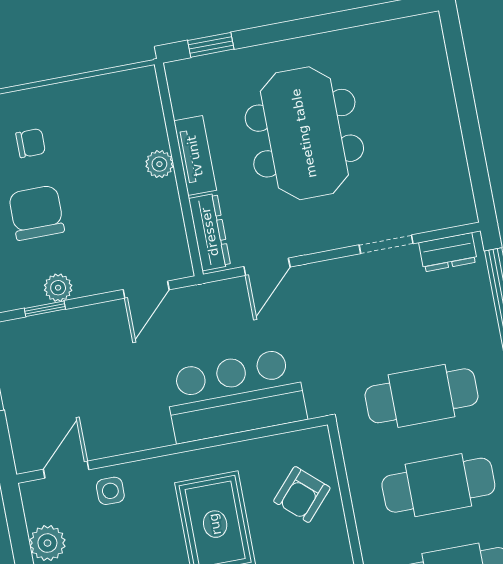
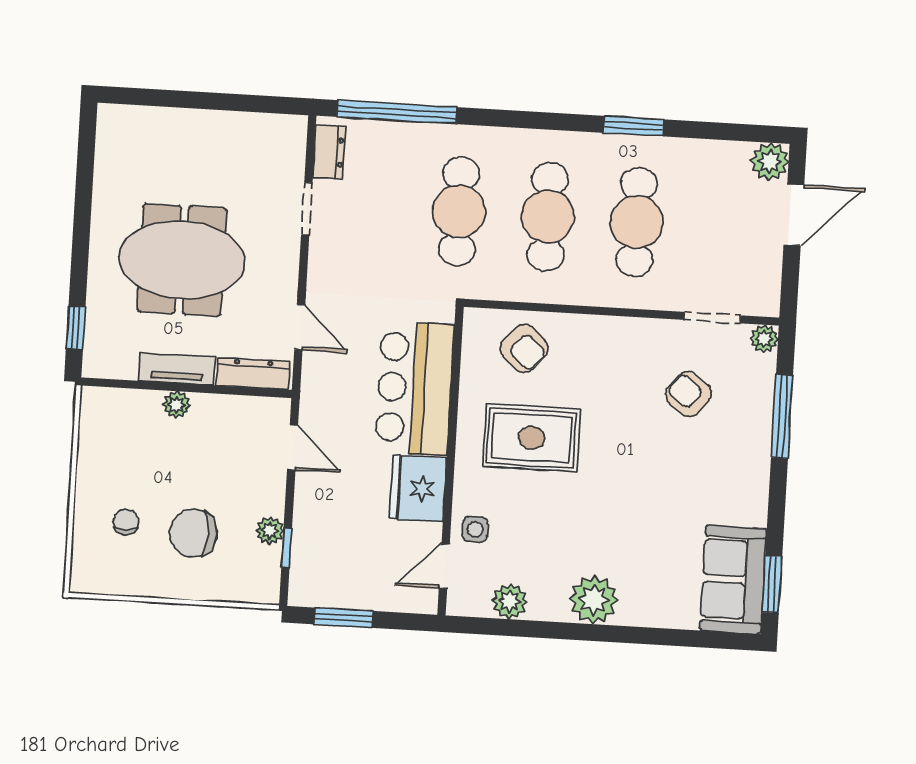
fridge: (137, 424) -> (418, 488), added
door: (66, 470) -> (444, 566), hinge flipped

